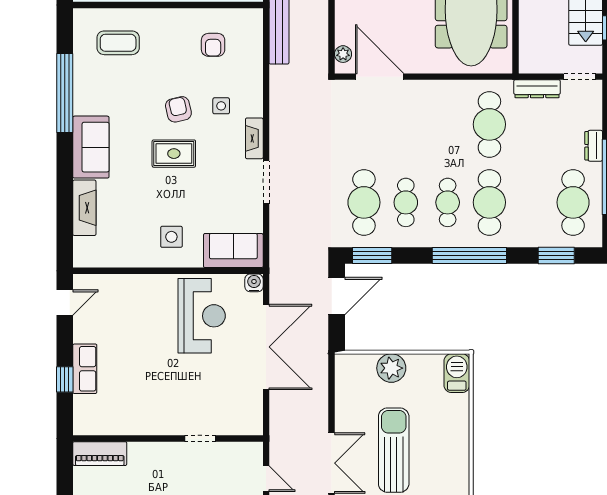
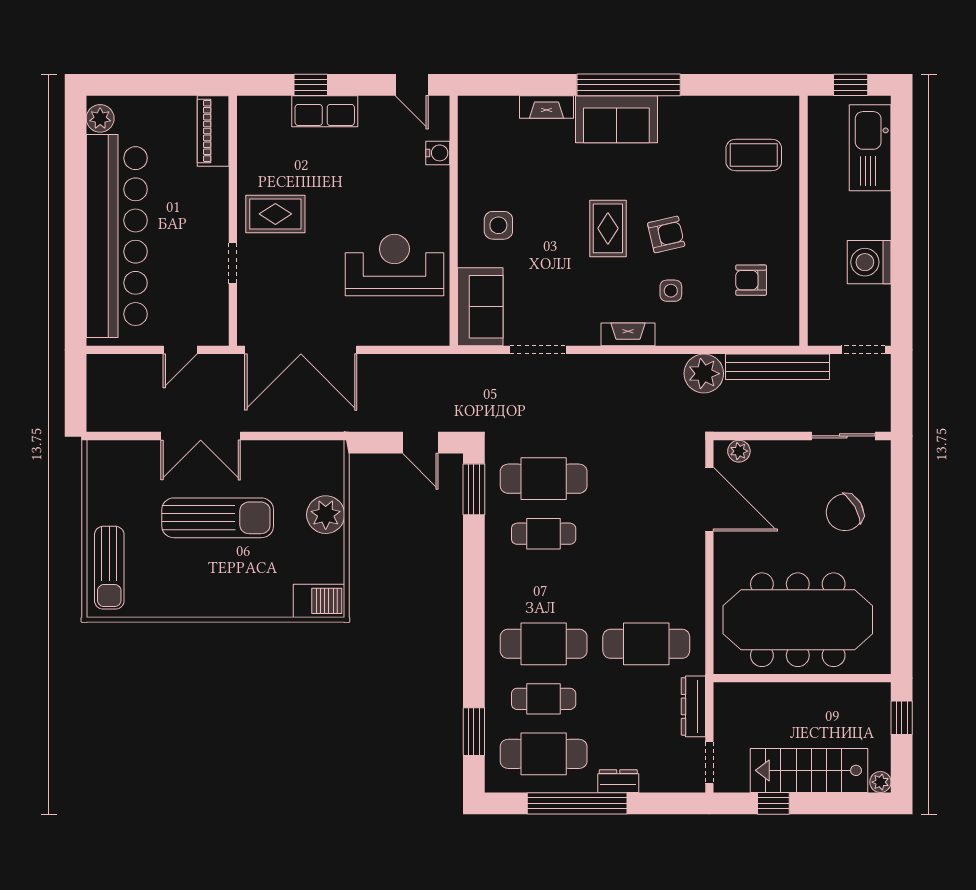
coffee table: (118, 43) -> (754, 155), turned 90
door: (380, 77) -> (709, 499), hinge flipped
plant: (284, 81) -> (704, 374), added
window: (65, 93) -> (629, 85), moved
doorway: (266, 182) -> (538, 350), moved
cafe table: (448, 202) -> (544, 699), moved
fireplace: (84, 208) -> (547, 107), width x0.73, depth x0.76
window: (469, 255) -> (474, 617), removed
water cooler: (254, 283) -> (438, 153), moved
door: (337, 296) -> (420, 443), width x0.73
reception desk: (202, 316) -> (394, 265), turned 180
double door: (266, 347) -> (301, 350), moved
rug: (163, 406) -> (275, 214), added

